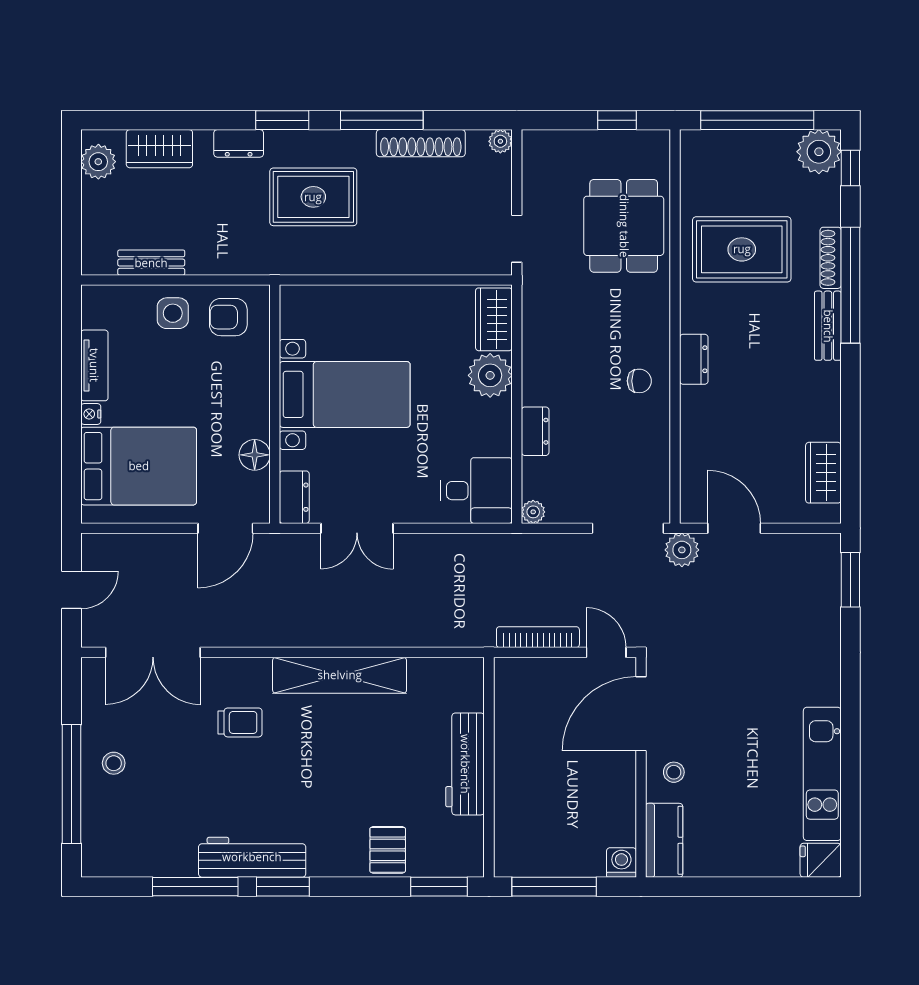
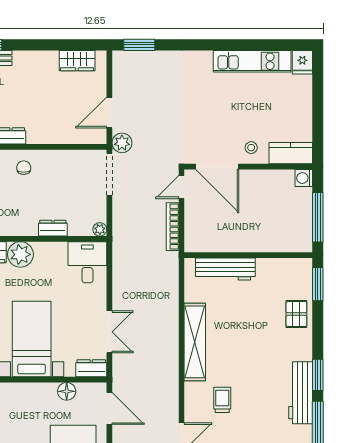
workbench: (465, 764) -> (225, 269), moved
pallet: (388, 850) -> (296, 314), turned 90

